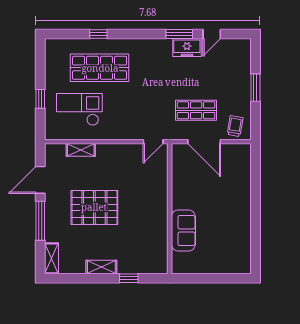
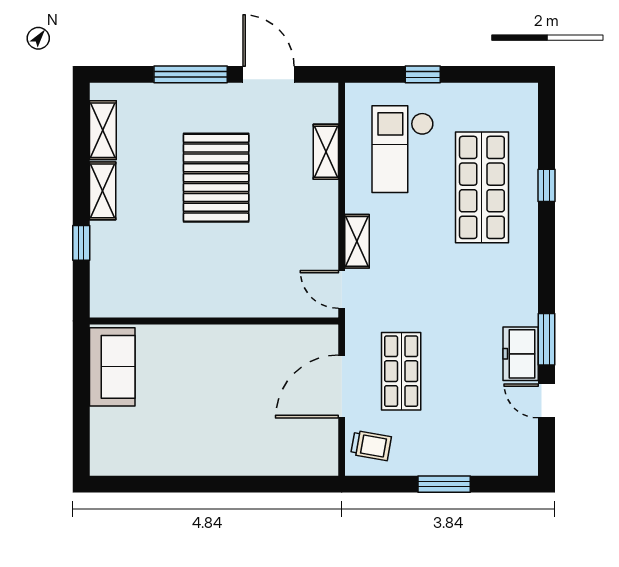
checkout: (79, 109) -> (403, 149), turned 180
shelving: (128, 133) -> (357, 241), added
sofa: (183, 230) -> (112, 367), moved, turned -90
shelving: (52, 258) -> (103, 130), moved, turned 90

